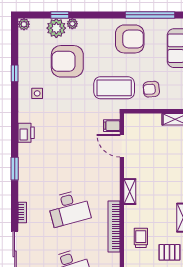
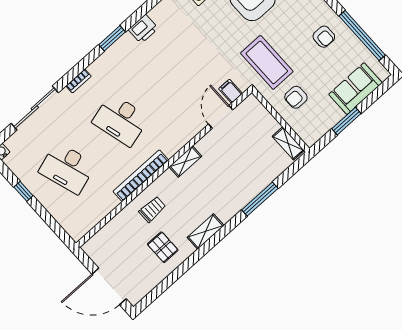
armchair: (130, 39) -> (324, 37), width x0.53, depth x0.53
armchair: (151, 89) -> (296, 97), turned -85
printer: (26, 133) -> (143, 29), moved

